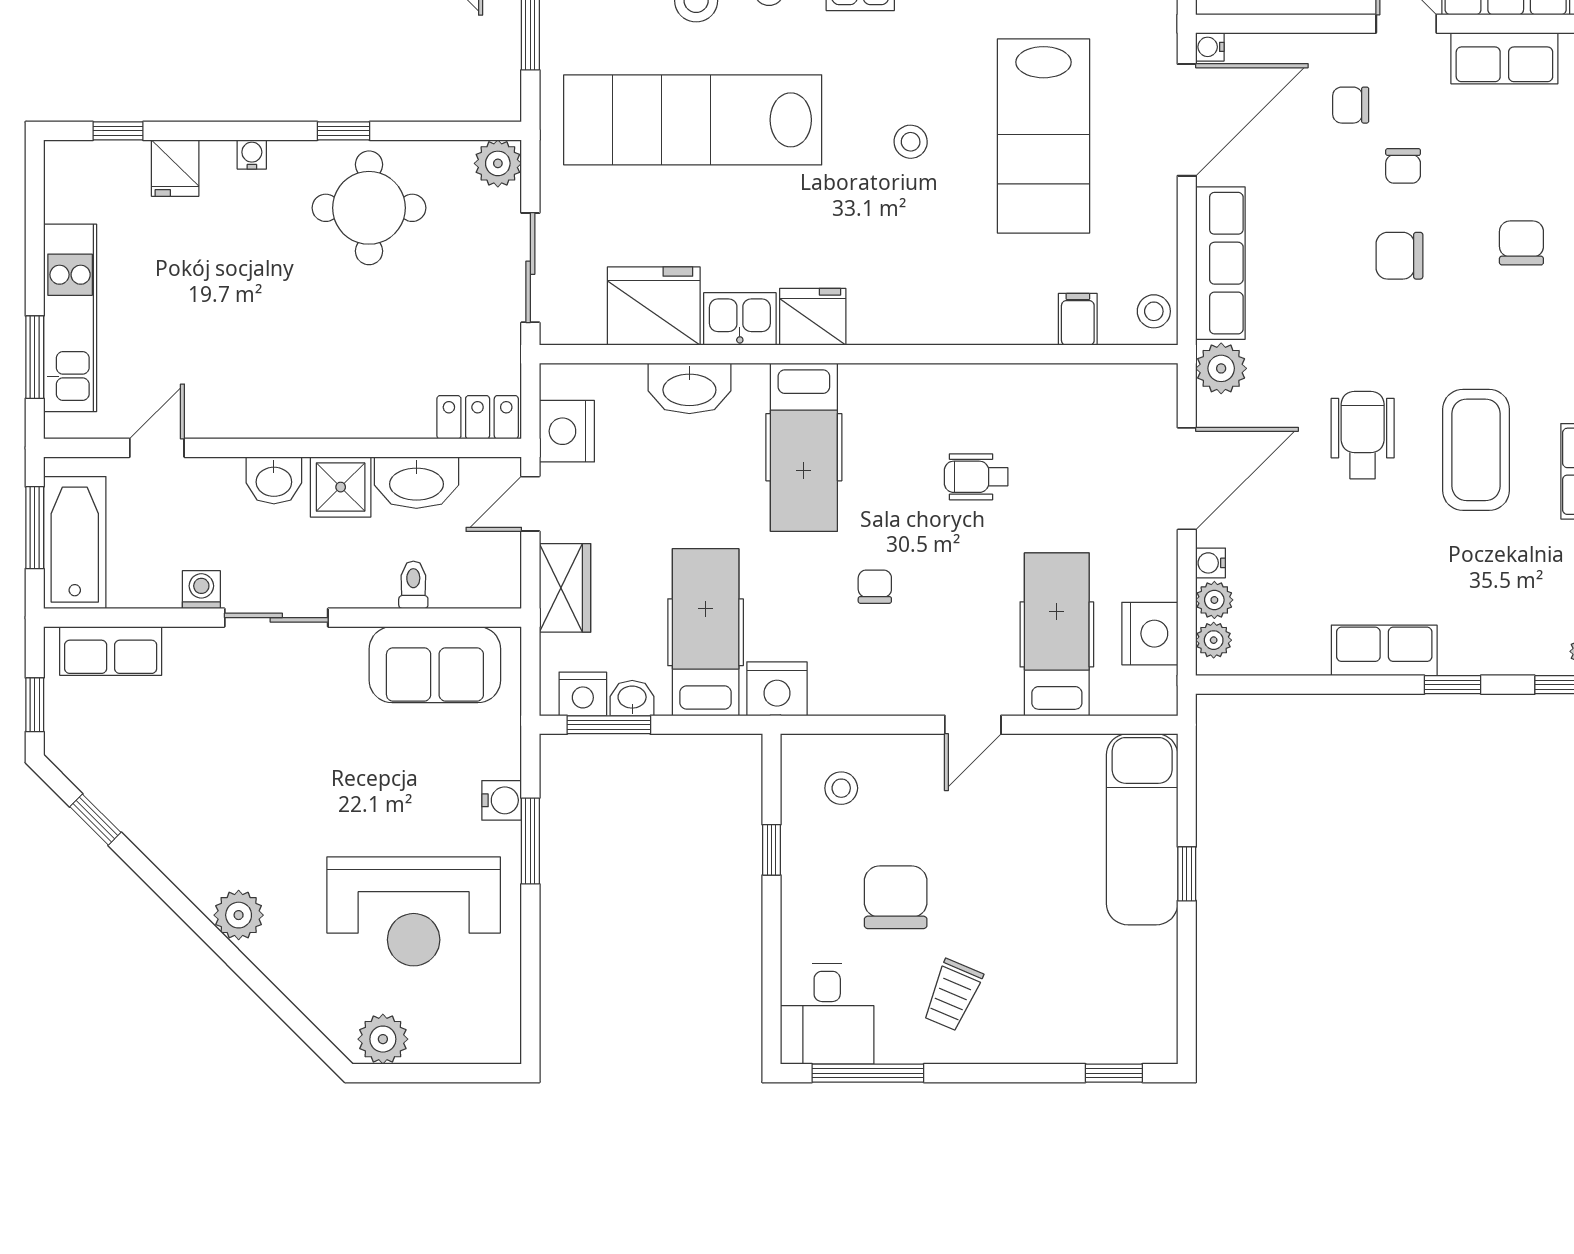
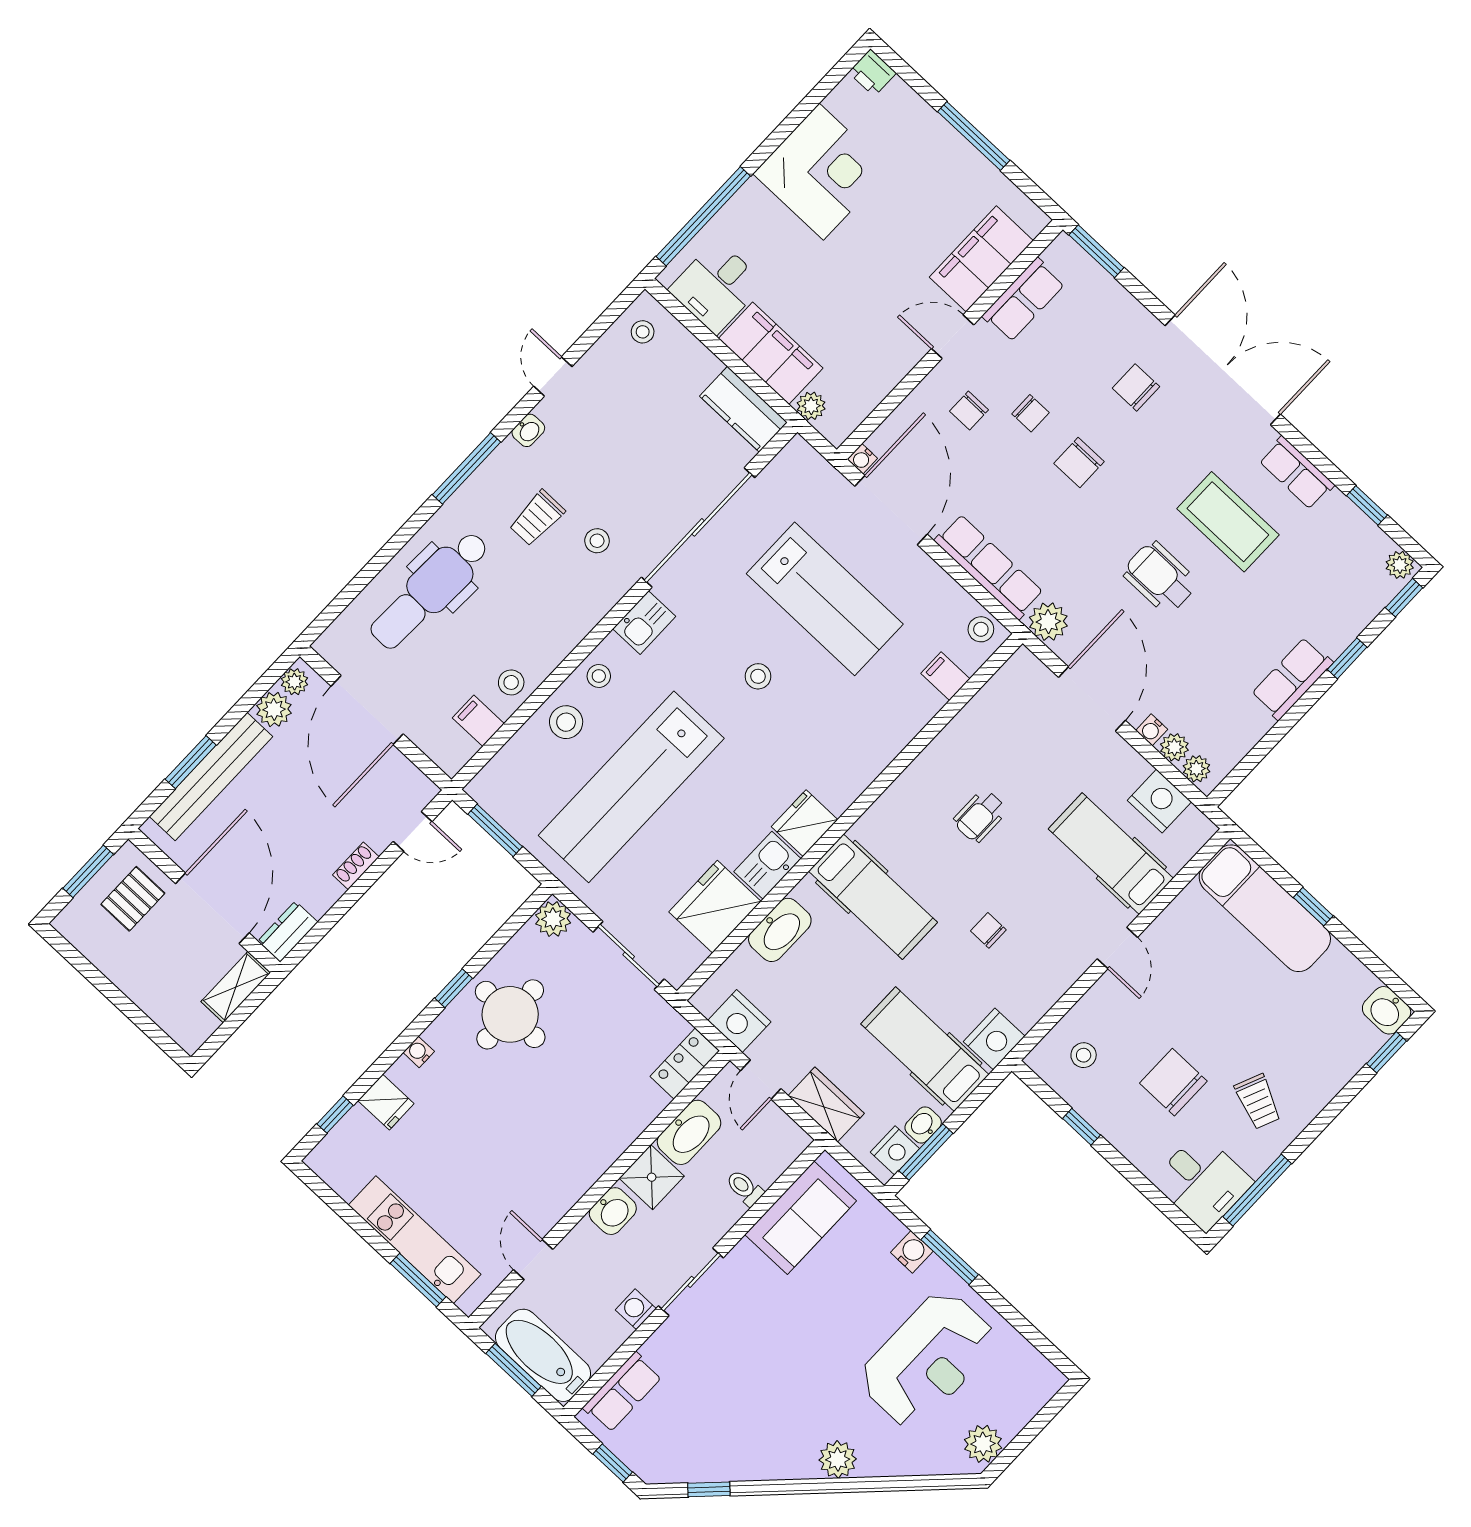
washbasin: (1154, 1036) -> (1387, 1010), added

